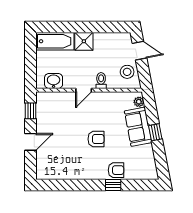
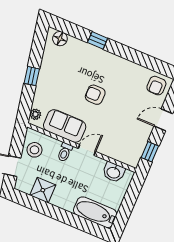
shower: (84, 41) -> (43, 190), moved
sofa: (138, 127) -> (65, 126), moved, turned -79
armchair: (116, 170) -> (156, 86), moved, turned -90
floor lamp: (145, 173) -> (60, 39), added

